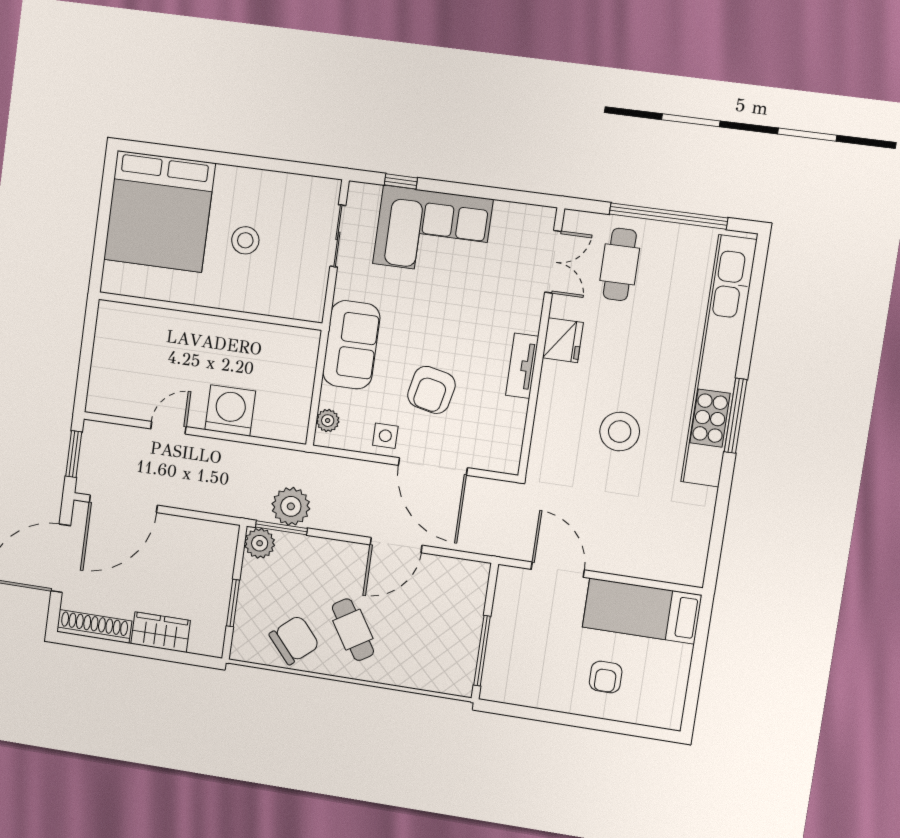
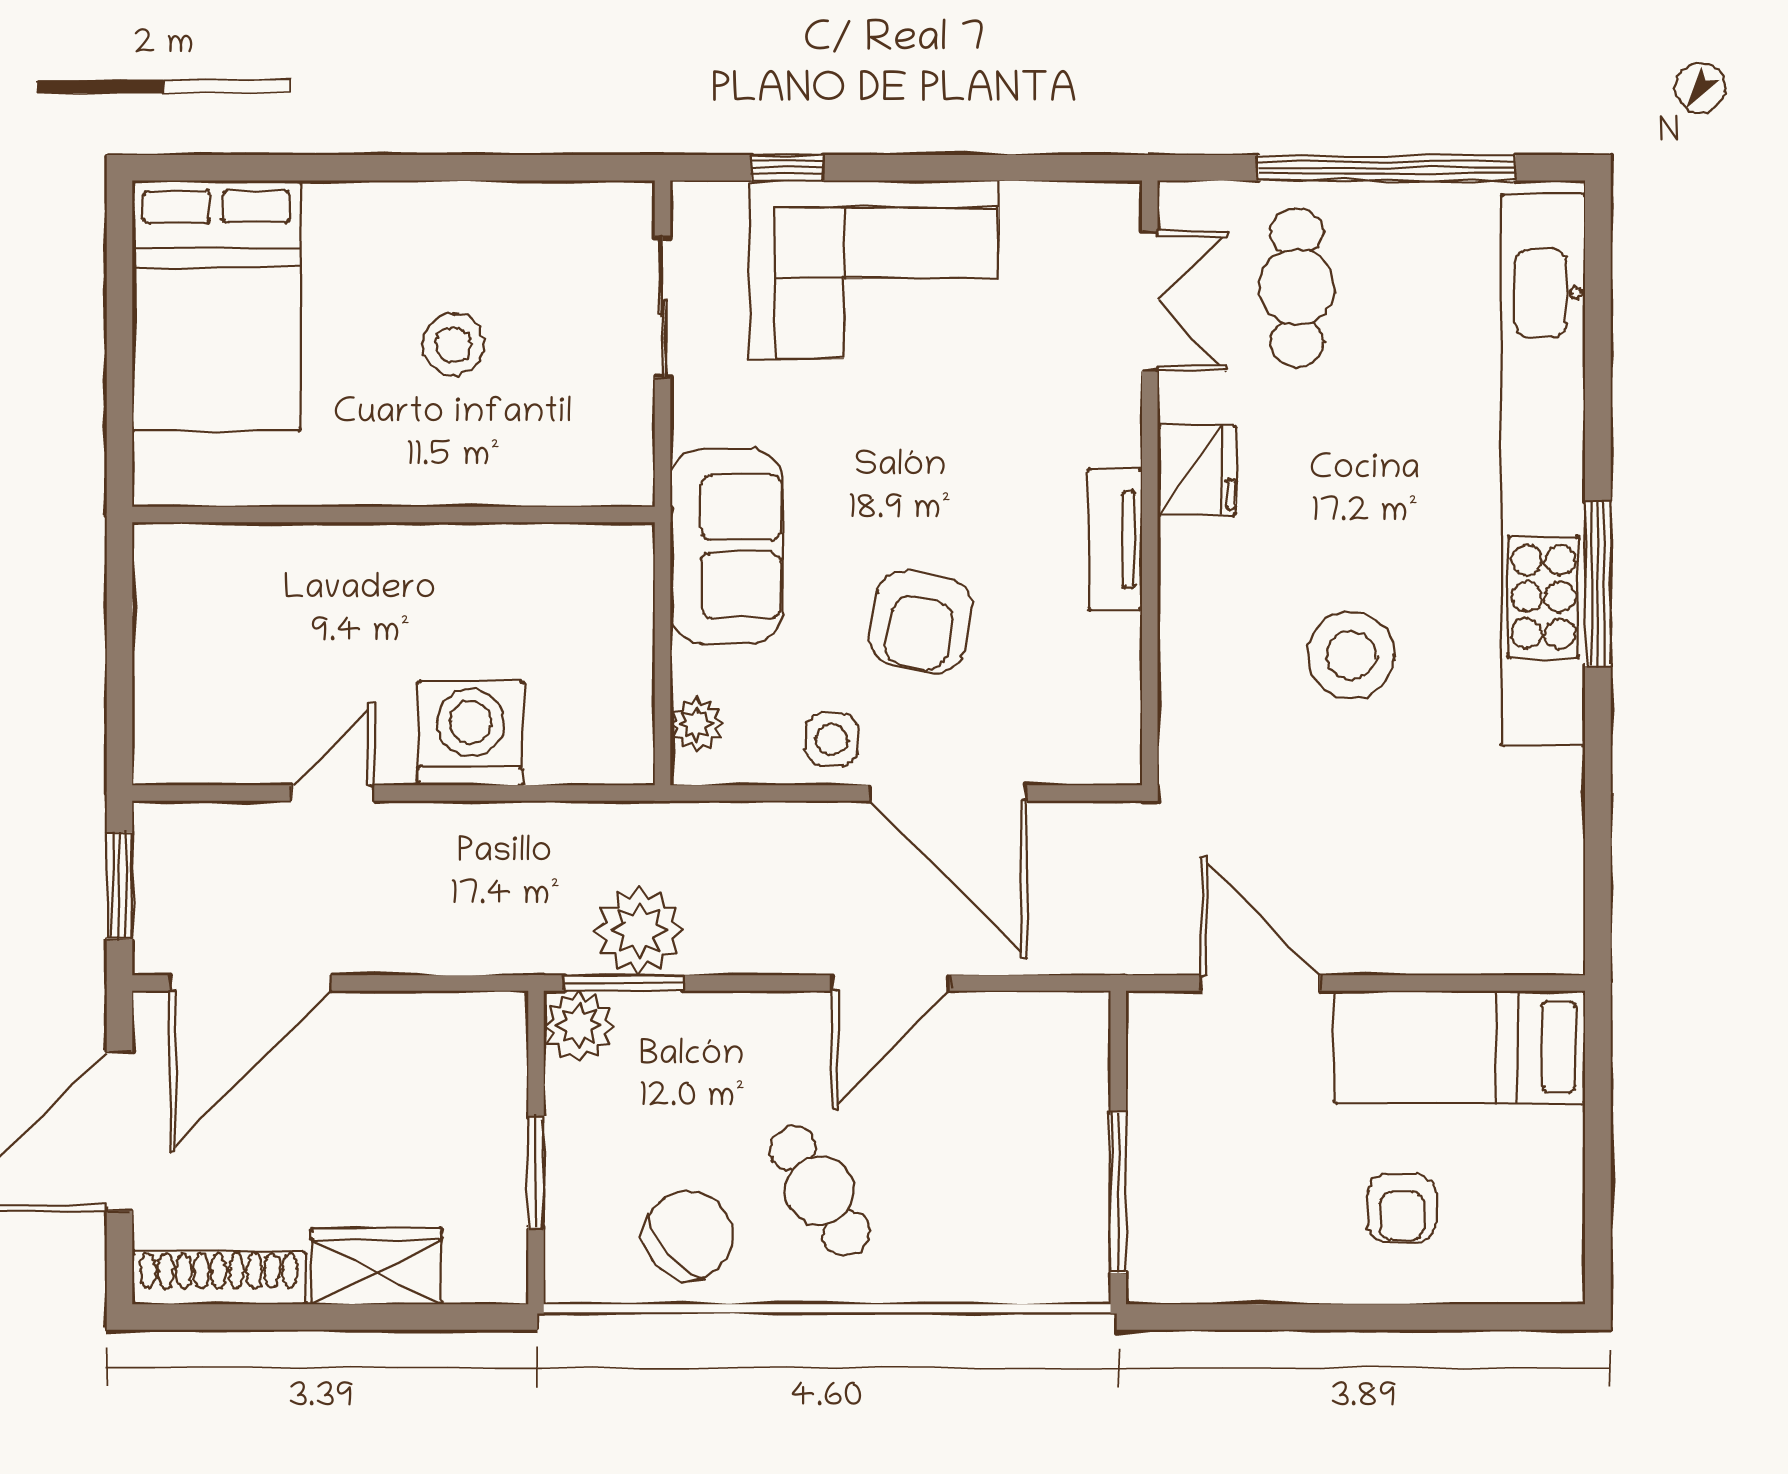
bed: (159, 211) -> (217, 305), width x0.73

